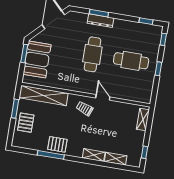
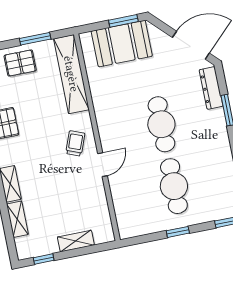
dresser: (101, 21) -> (211, 88), moved
cafe table: (92, 54) -> (161, 124), turned 90
shelving: (143, 119) -> (76, 241), moved

